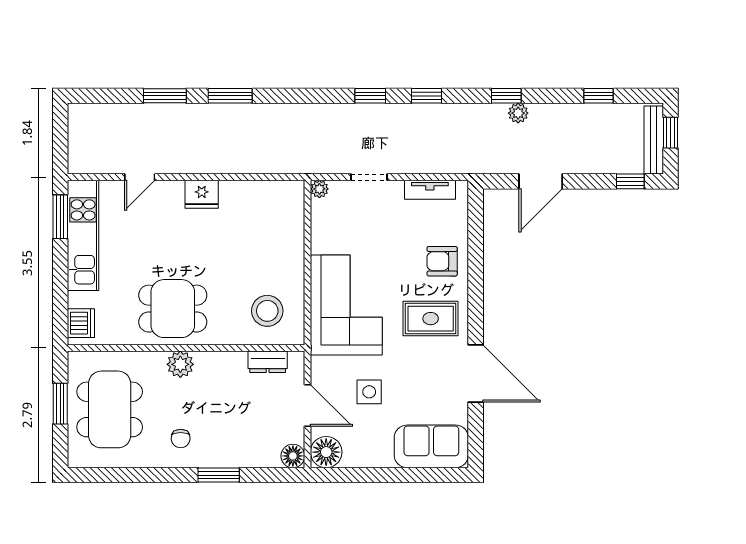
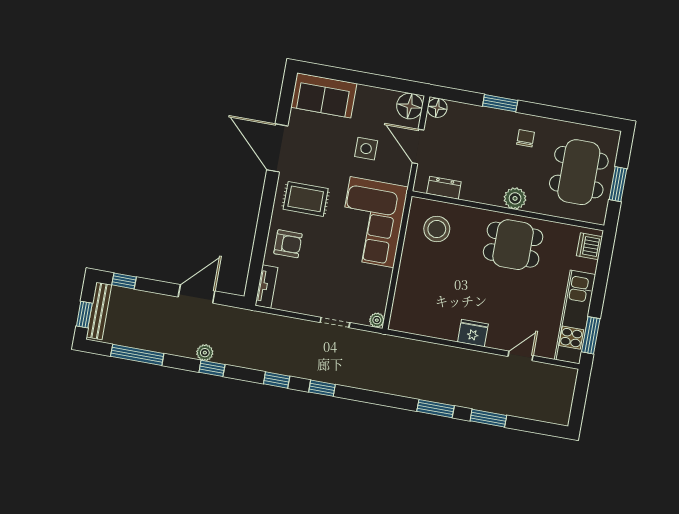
window: (599, 96) -> (137, 355), width x2.17
tv unit: (430, 190) -> (266, 287), moved, turned 90

